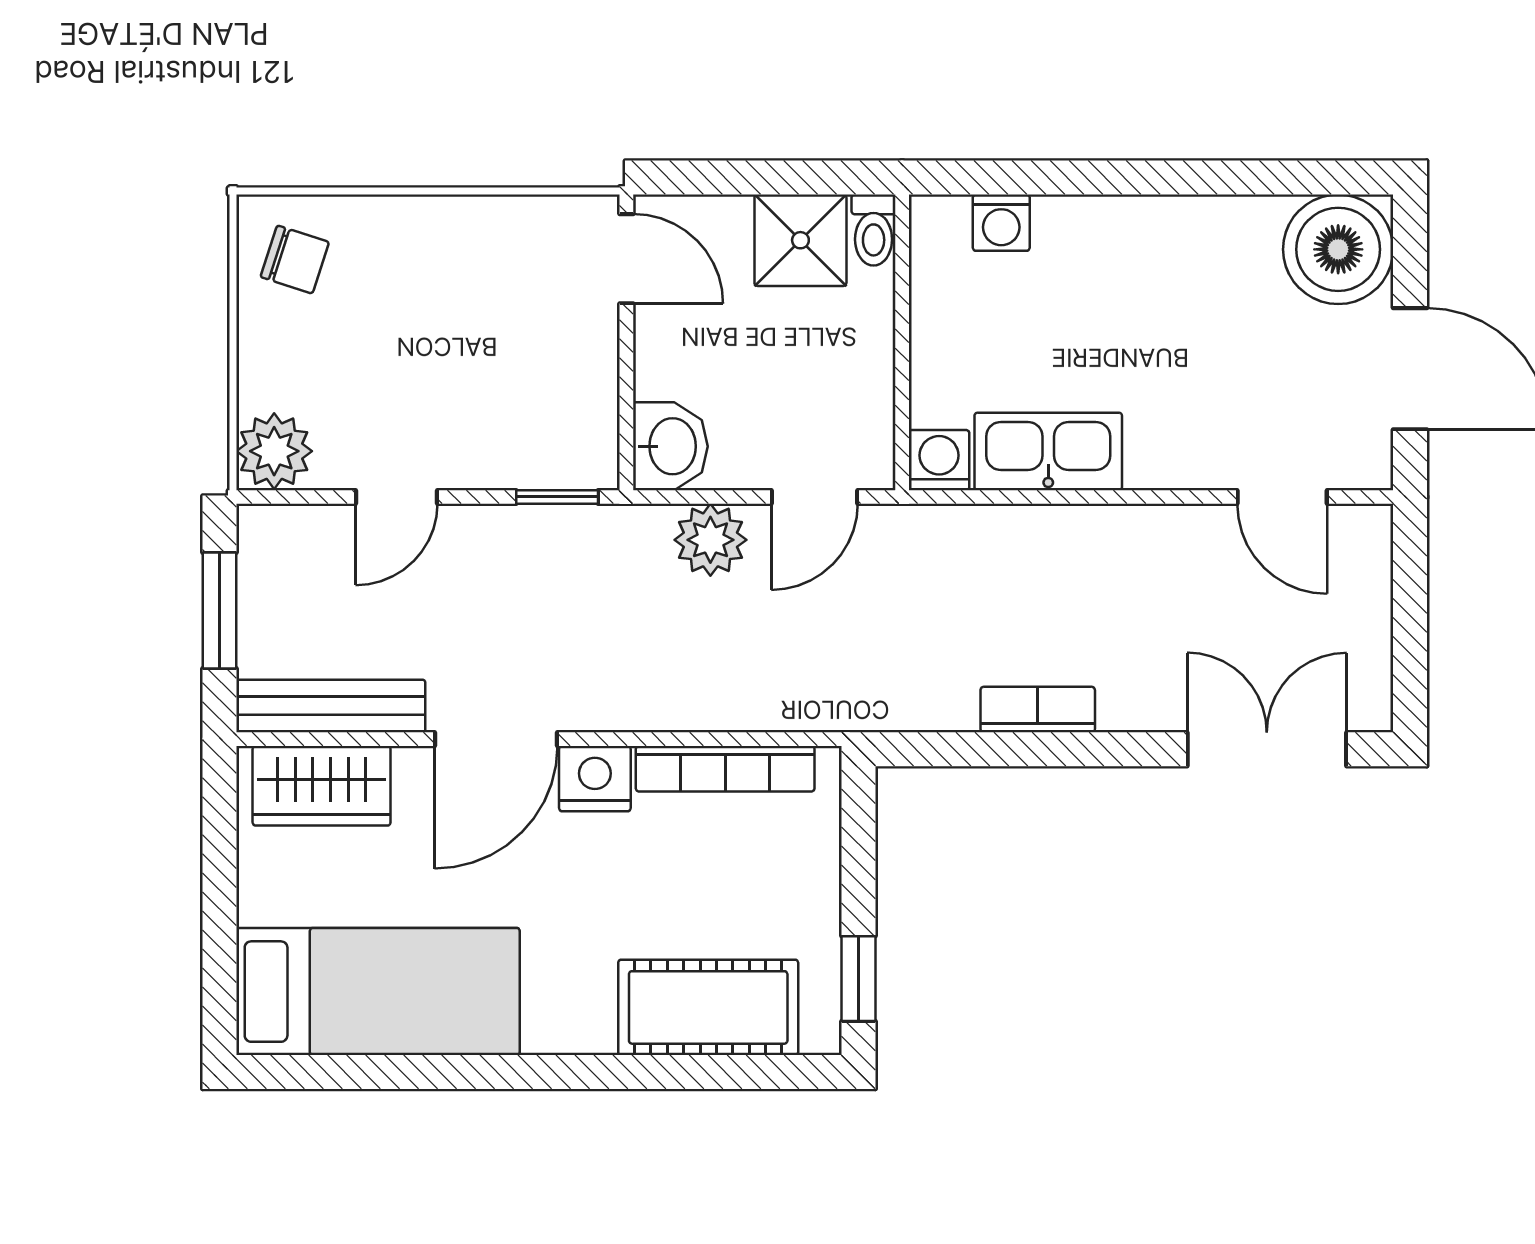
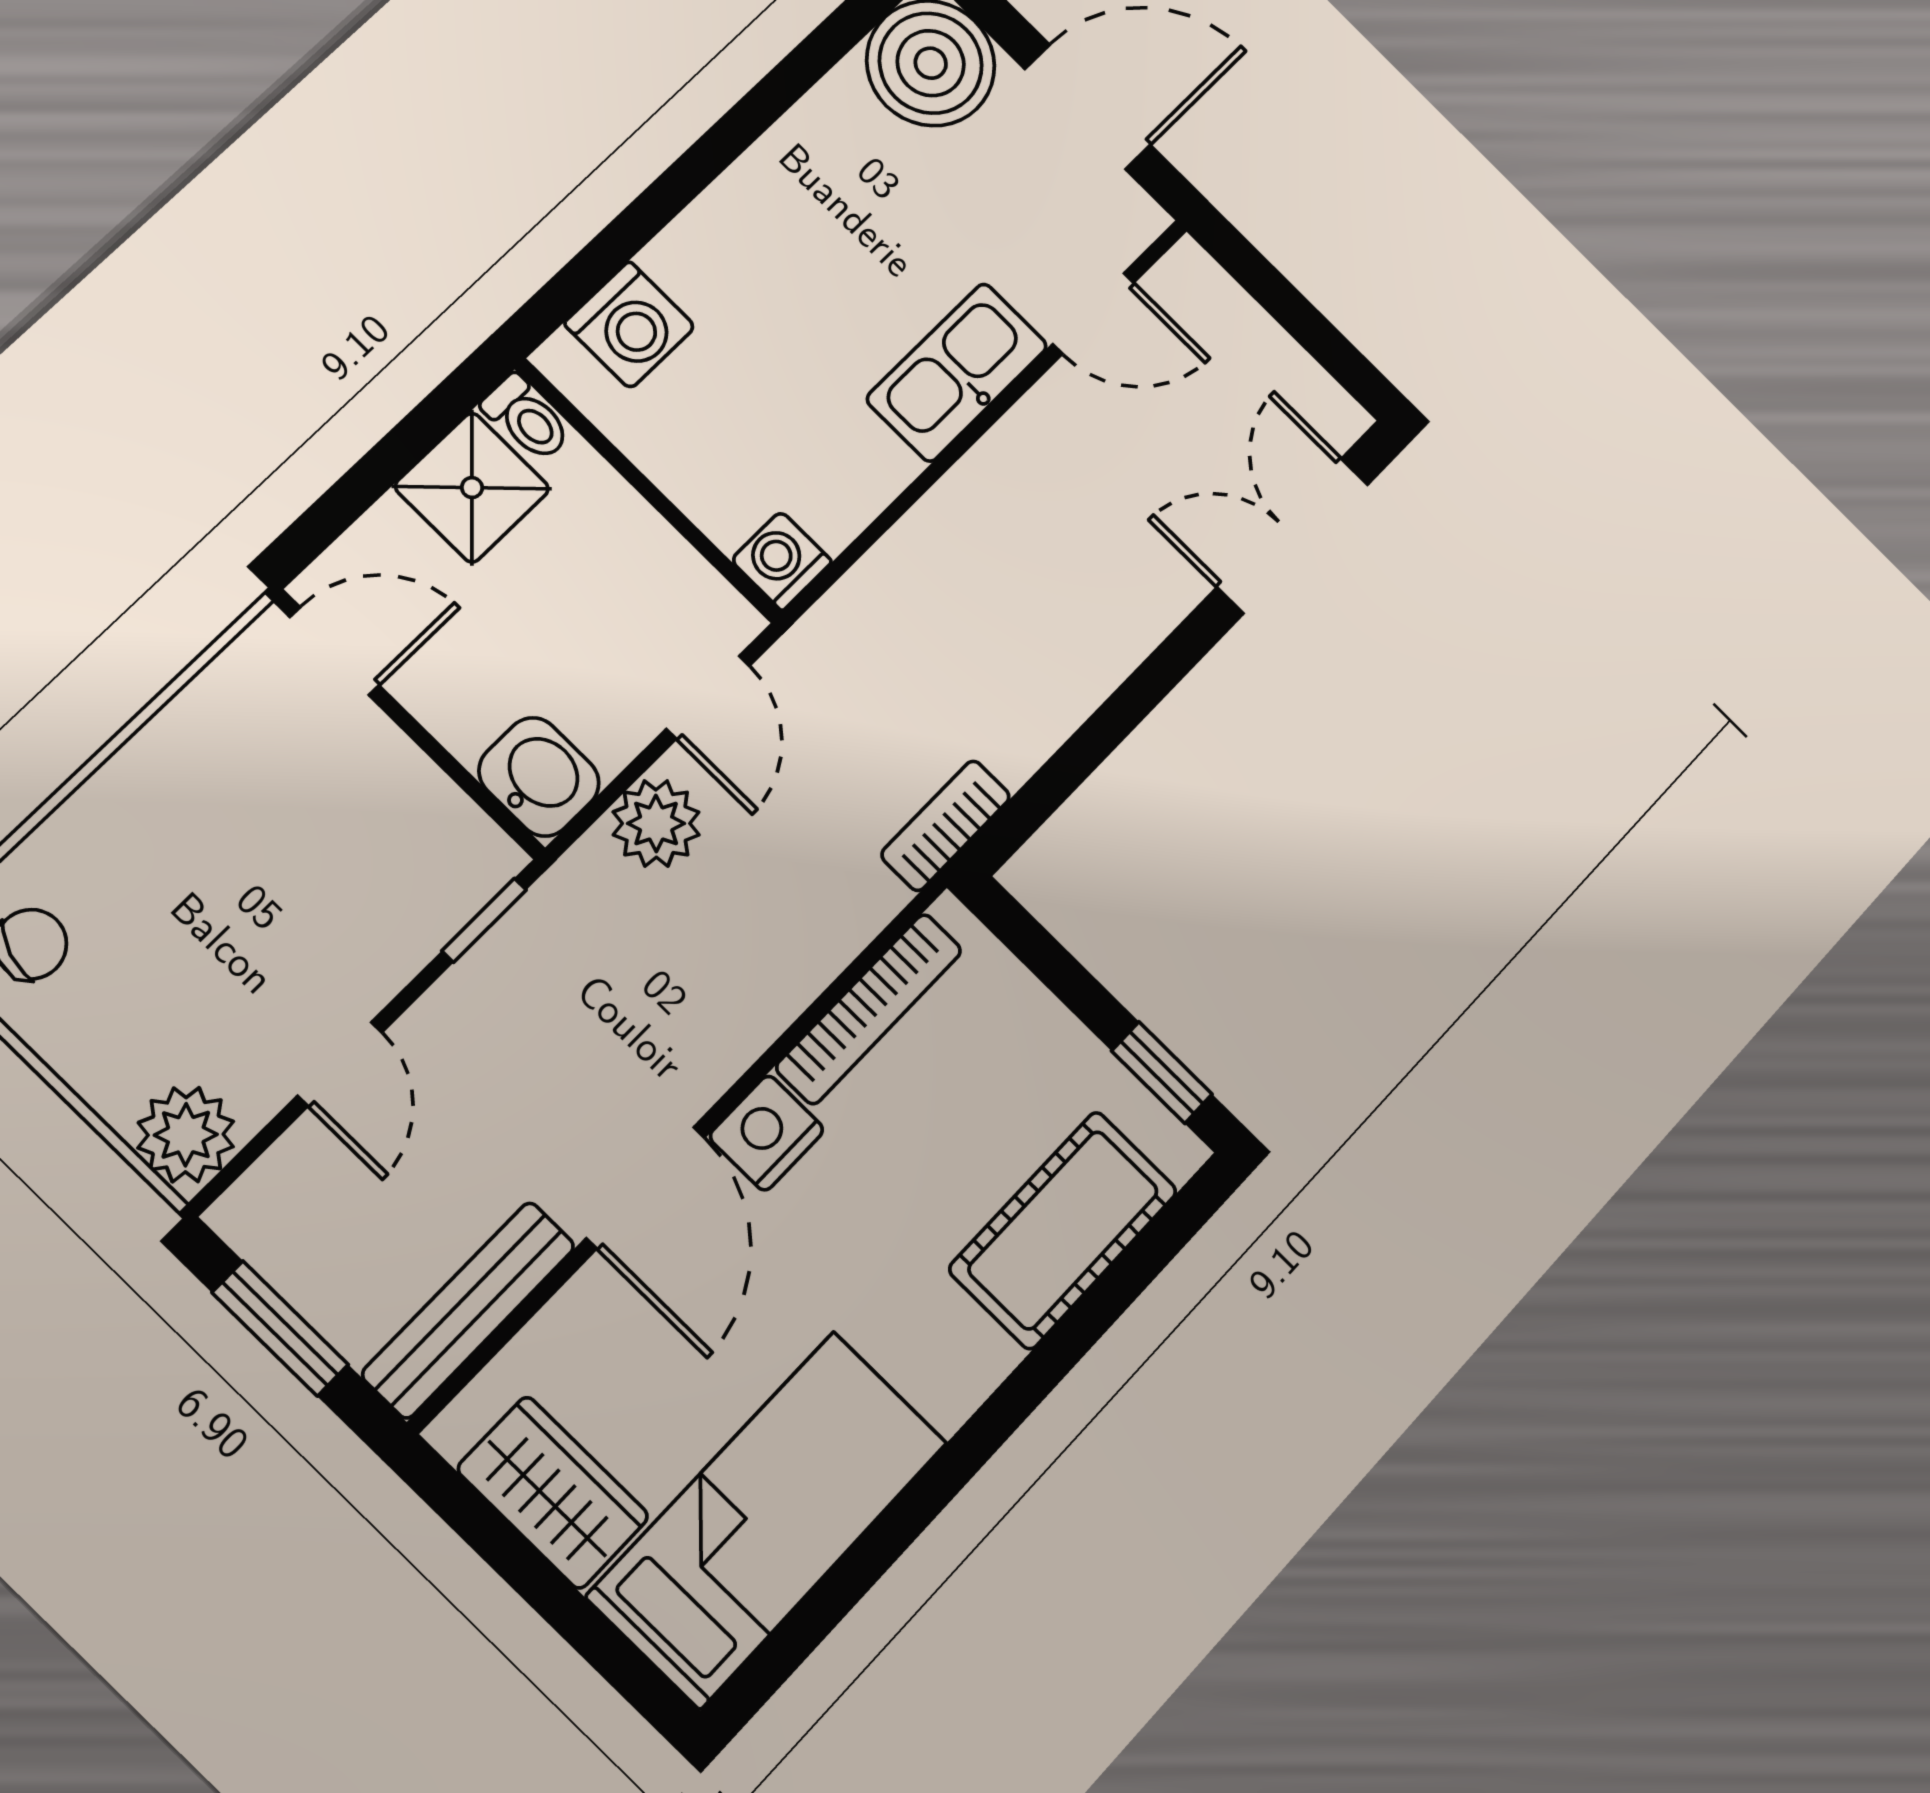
washing machine: (1001, 223) -> (630, 325), width x1.38, depth x1.38
kitchen sink: (1048, 451) -> (957, 372), moved
bookcase: (1038, 710) -> (946, 826), moved
wardrobe: (322, 786) -> (553, 1493), moved, turned -90

